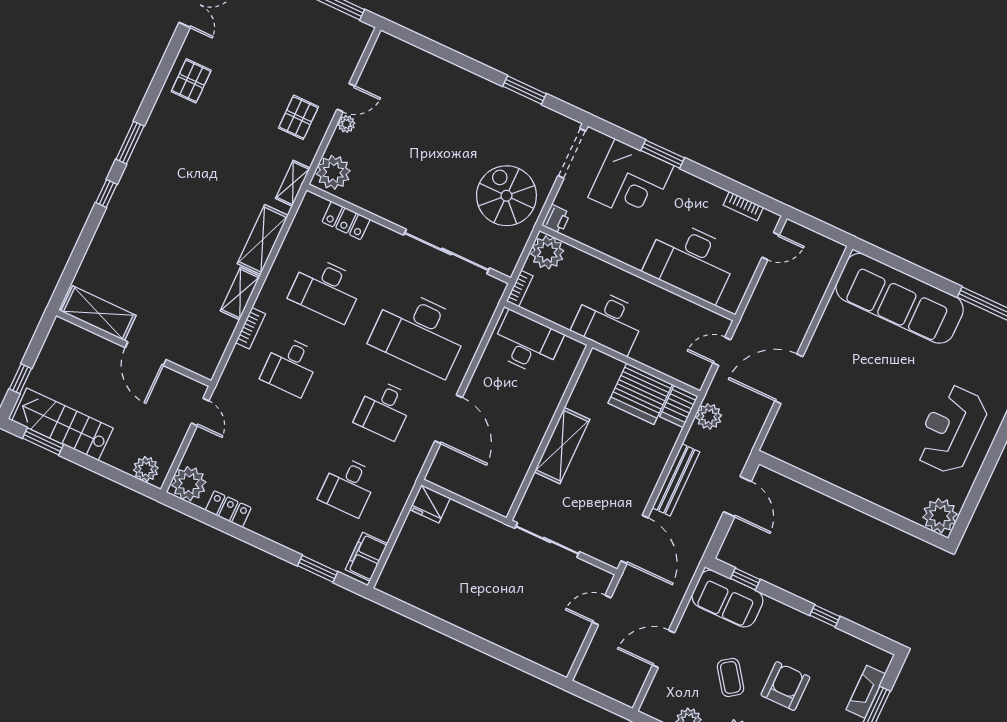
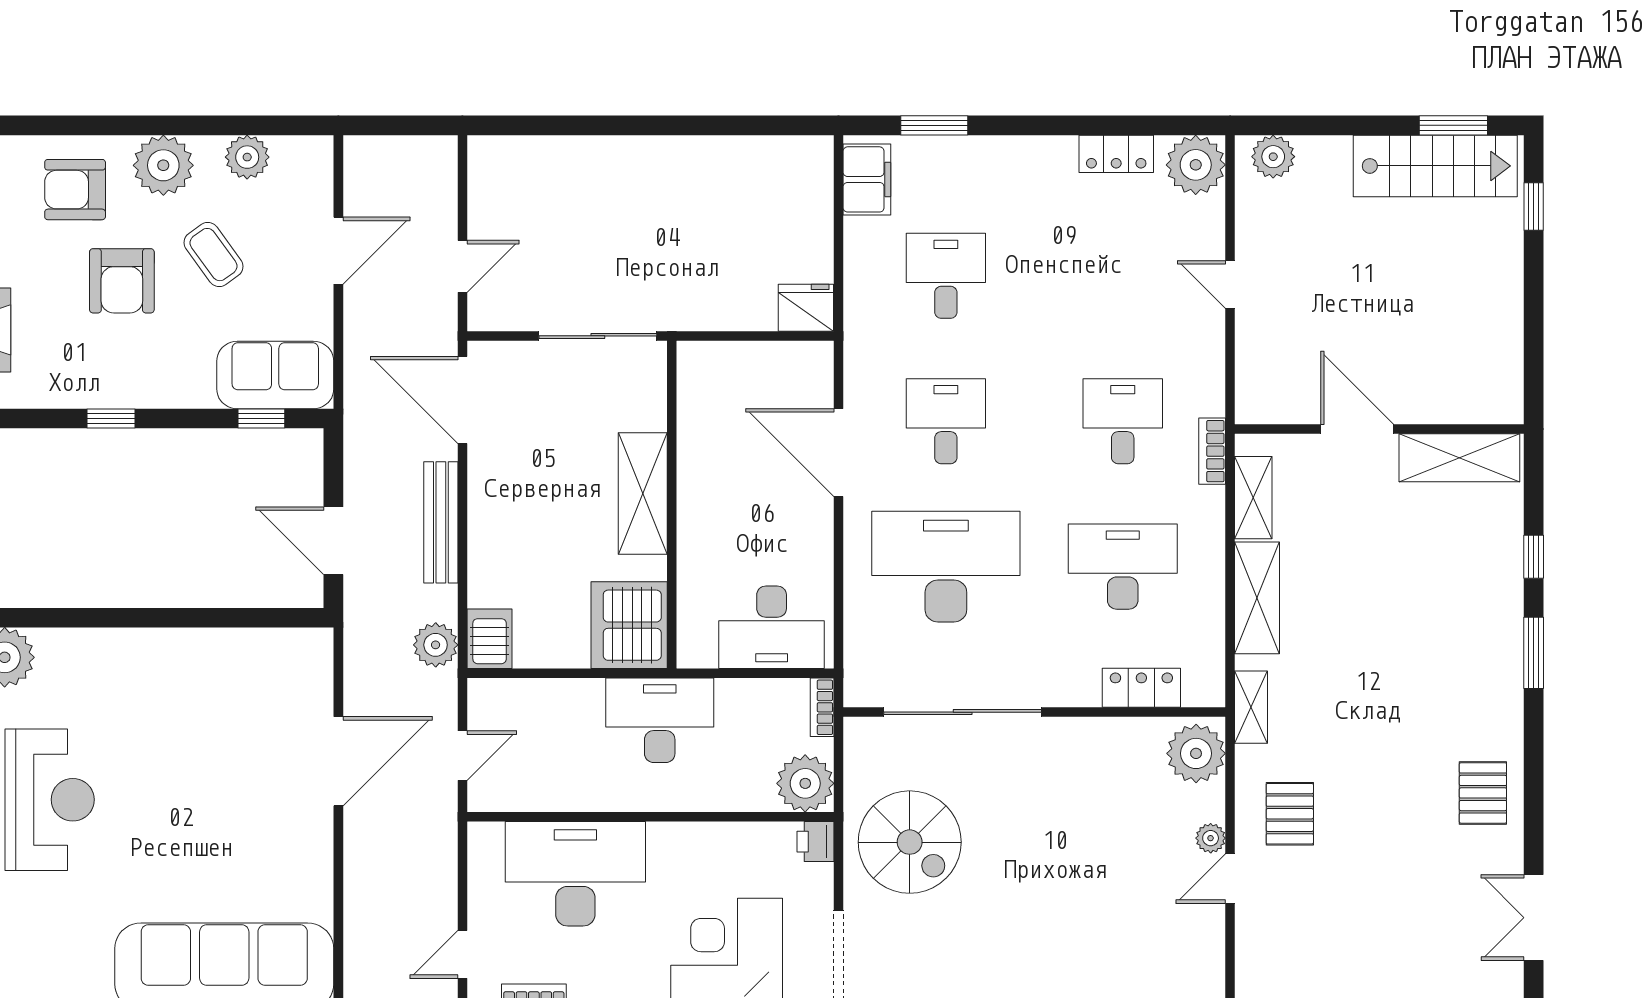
shelving: (98, 313) -> (1459, 458), moved
wall: (134, 348) -> (1379, 429), moved
door: (146, 354) -> (1357, 429), moved
server rack: (640, 394) -> (629, 625), moved, turned -90

